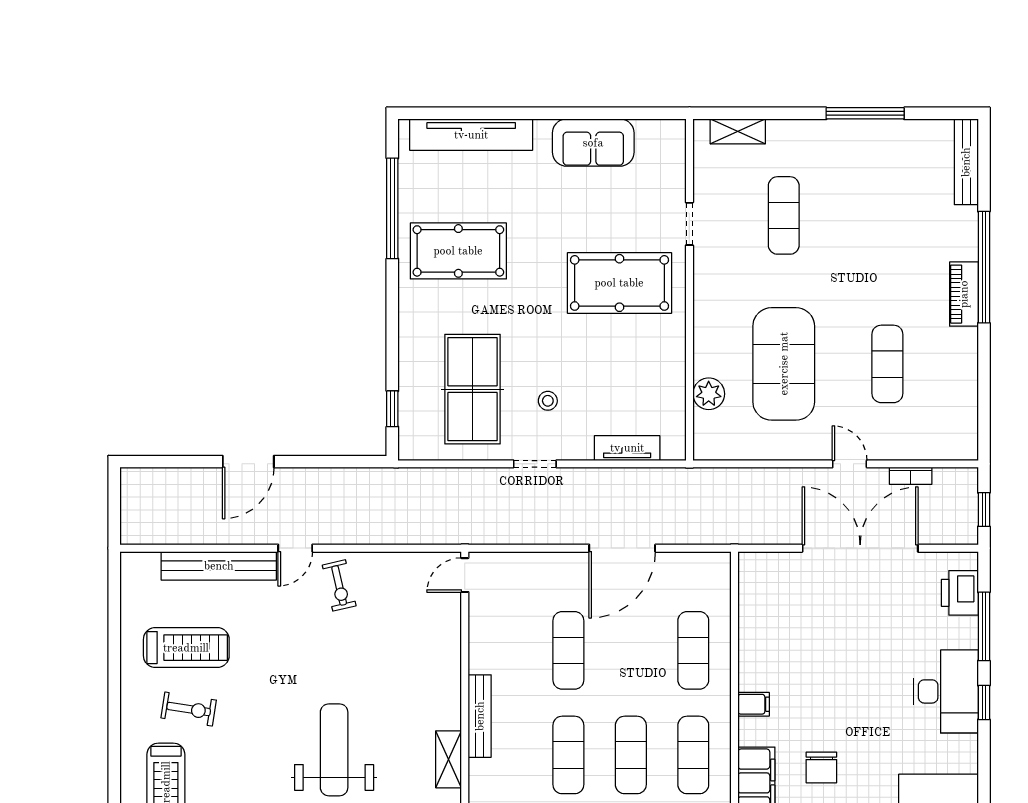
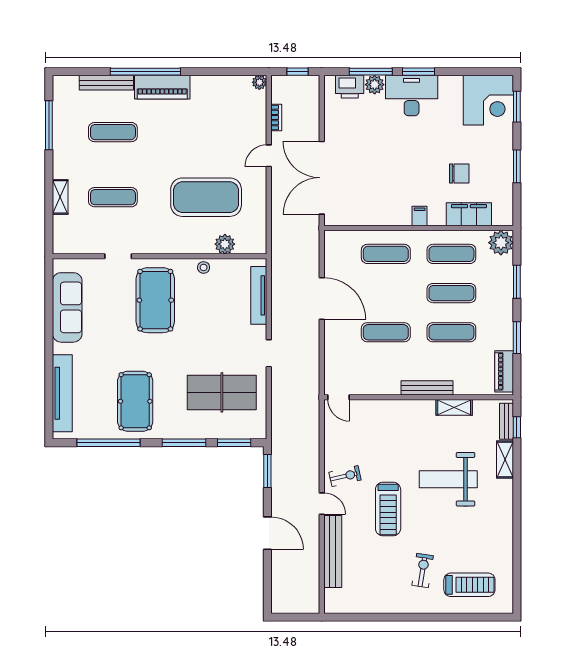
window: (865, 113) -> (49, 125), moved
shelving: (738, 131) -> (60, 197), moved
sofa: (593, 143) -> (67, 307), width x1.36
bench: (966, 162) -> (106, 83), moved
piano: (964, 294) -> (162, 87), width x1.37, depth x1.33
window: (392, 329) -> (184, 443), added
exercise mat: (887, 364) -> (113, 132), moved
stool: (548, 401) -> (204, 267), moved
window: (392, 409) -> (234, 443), width x1.50
tv unit: (627, 448) -> (259, 295), width x1.41
plant: (967, 449) -> (259, 82), added
window: (347, 462) -> (267, 471), added
double door: (860, 548) -> (322, 178), moved
plant: (963, 633) -> (375, 85), added
treadmill: (186, 648) -> (388, 509), moved, turned 180
window: (984, 703) -> (418, 72), width x1.50

